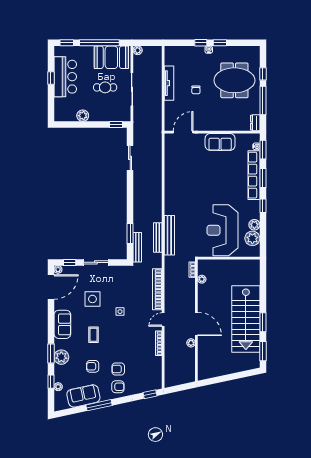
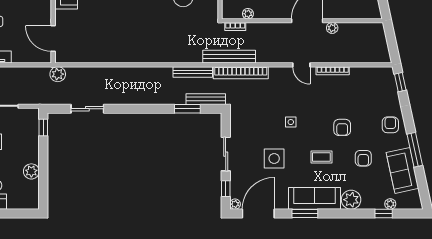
plant: (156, 136) -> (58, 74), added
bench: (169, 235) -> (229, 57), moved
door: (51, 287) -> (258, 213), hinge flipped
bookcase: (157, 289) -> (241, 73), moved
sofa: (62, 324) -> (315, 198), width x1.36
window: (51, 354) -> (305, 213), moved
armchair: (118, 369) -> (342, 127), moved

